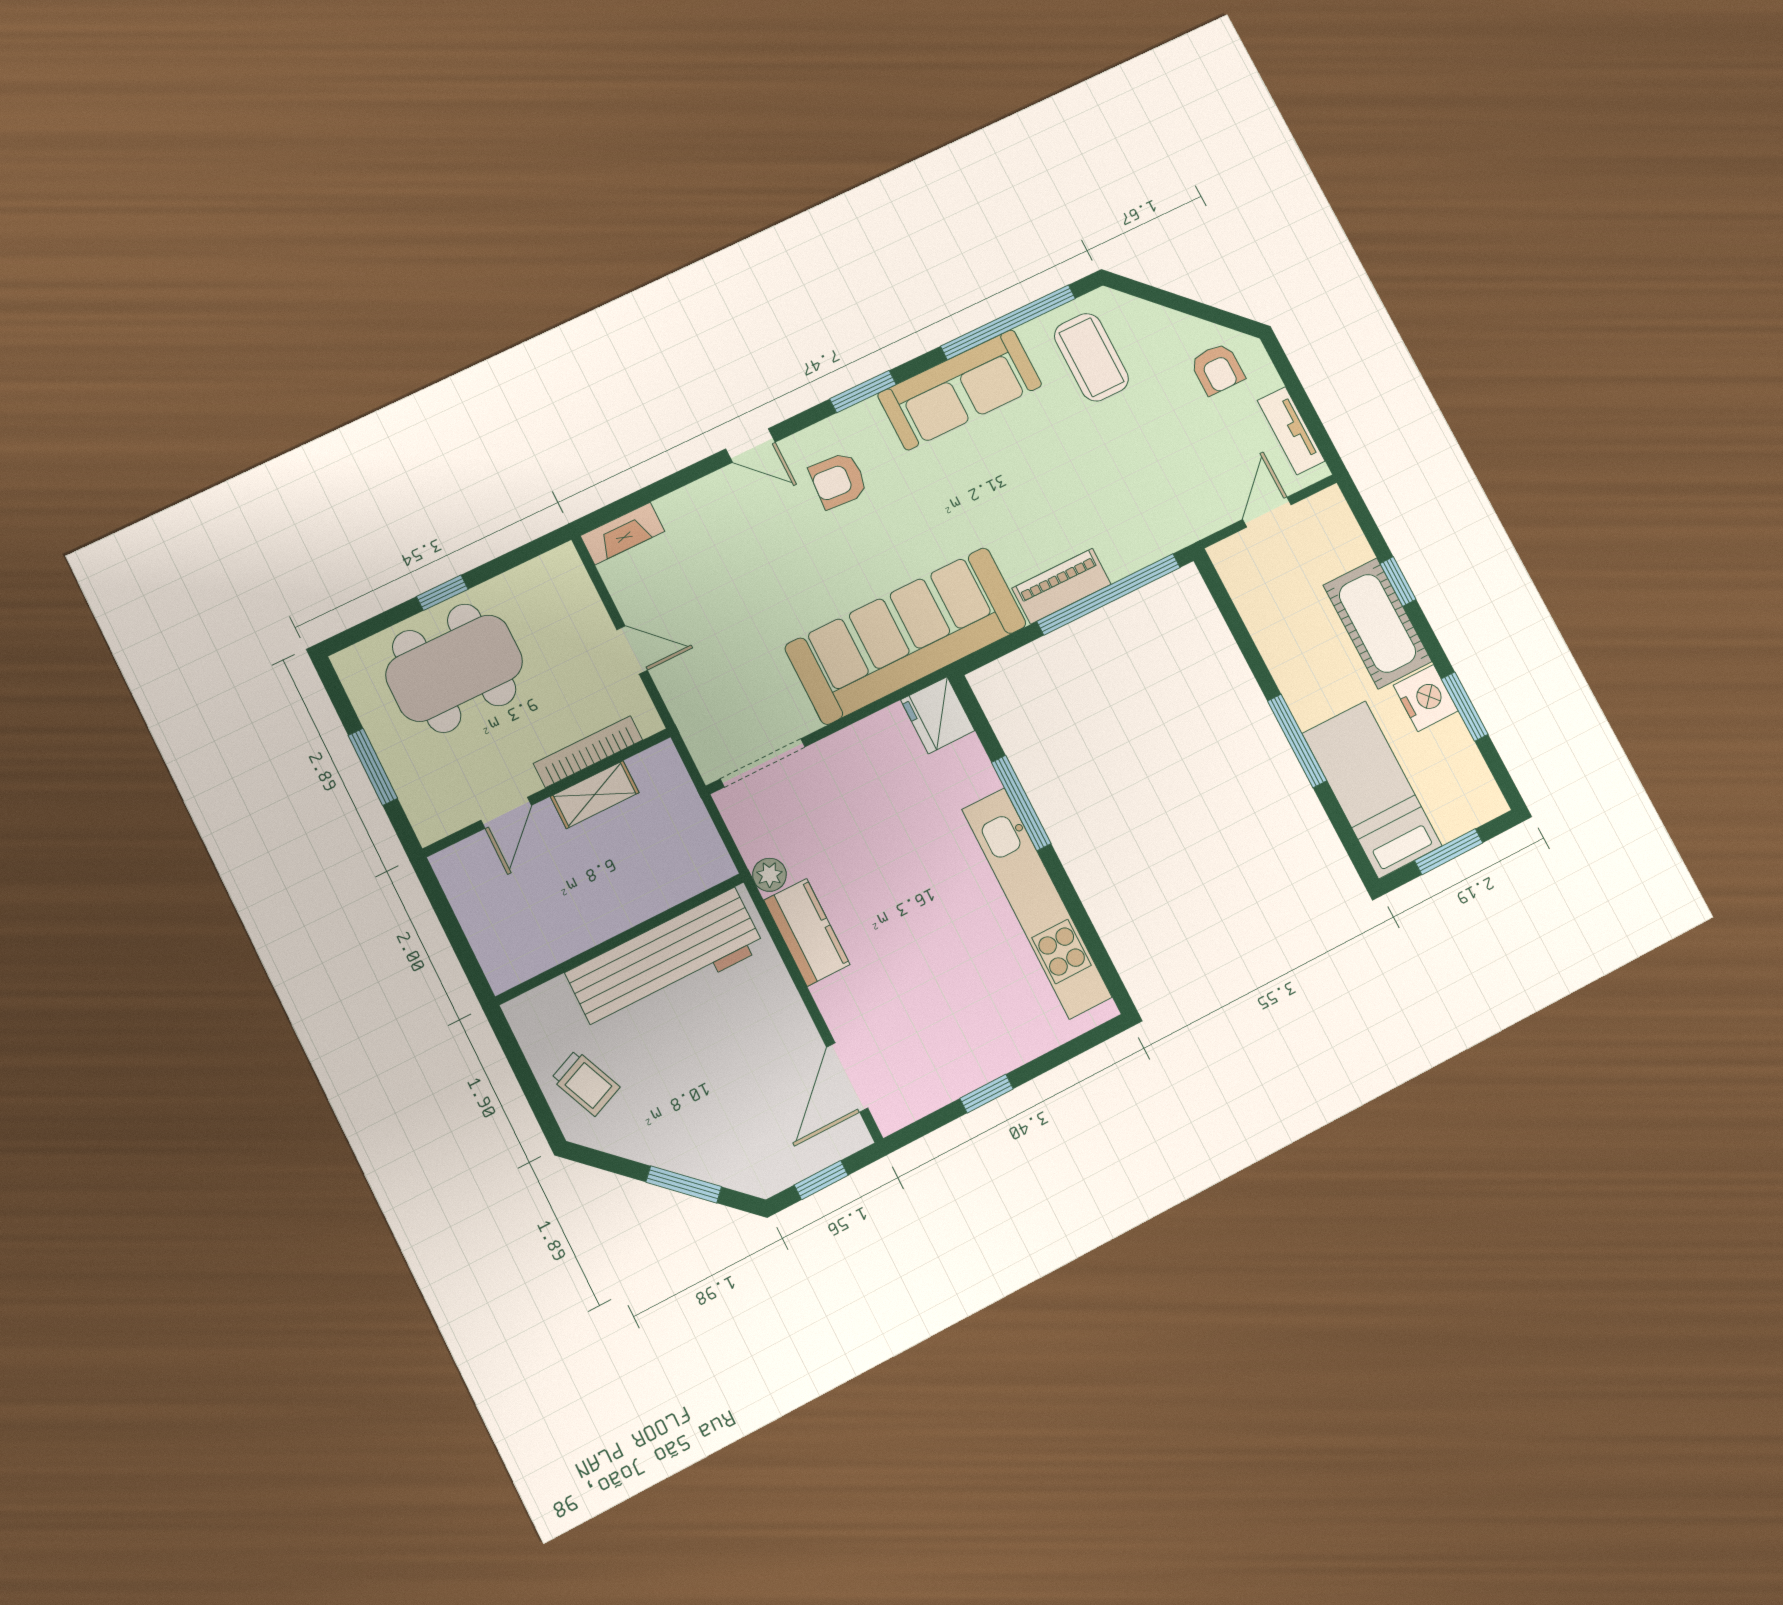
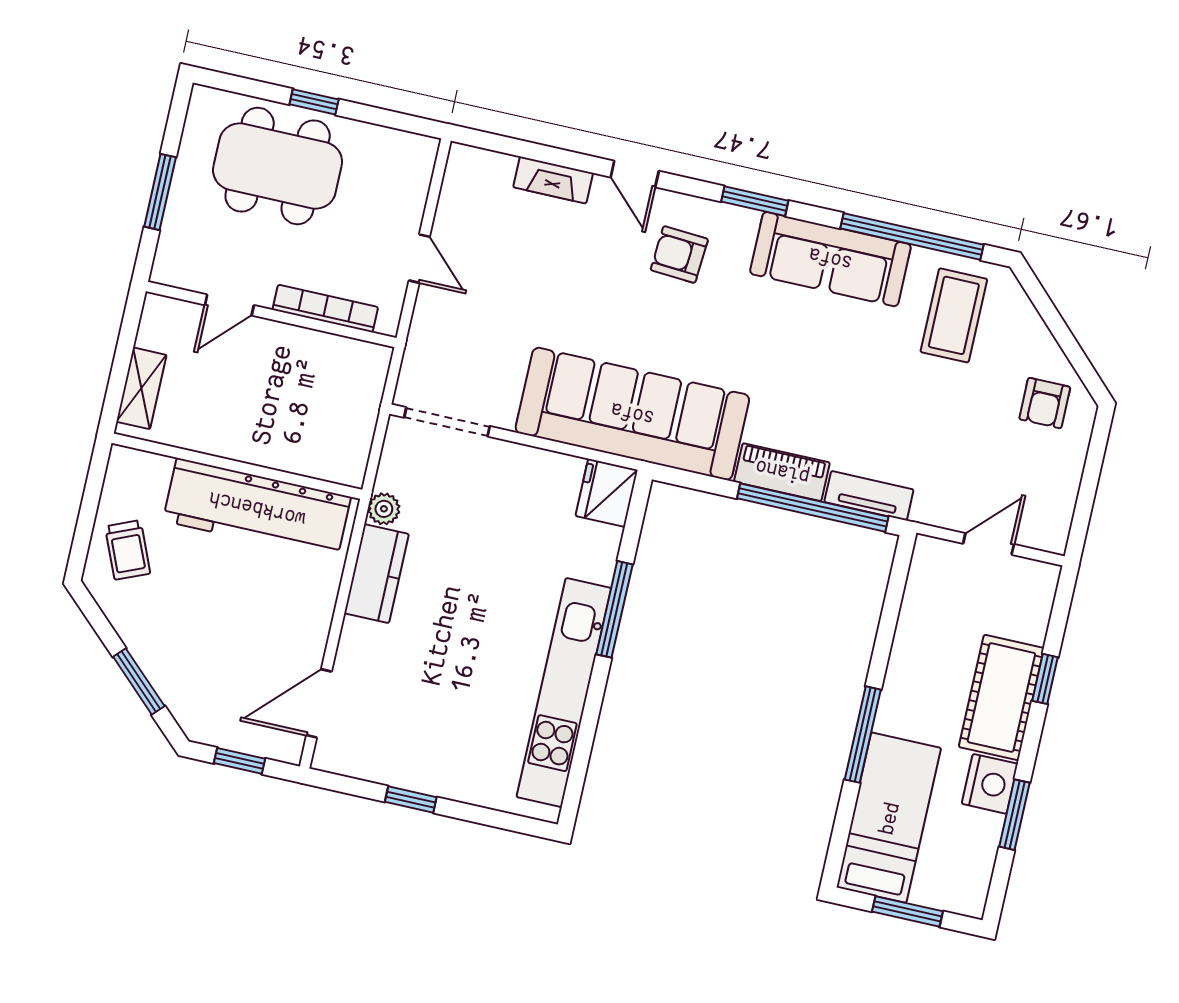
tv unit: (1291, 431) -> (869, 496), moved, turned 90
fireplace: (622, 534) -> (553, 180), moved
shelving: (595, 795) -> (141, 388), moved, turned 90

